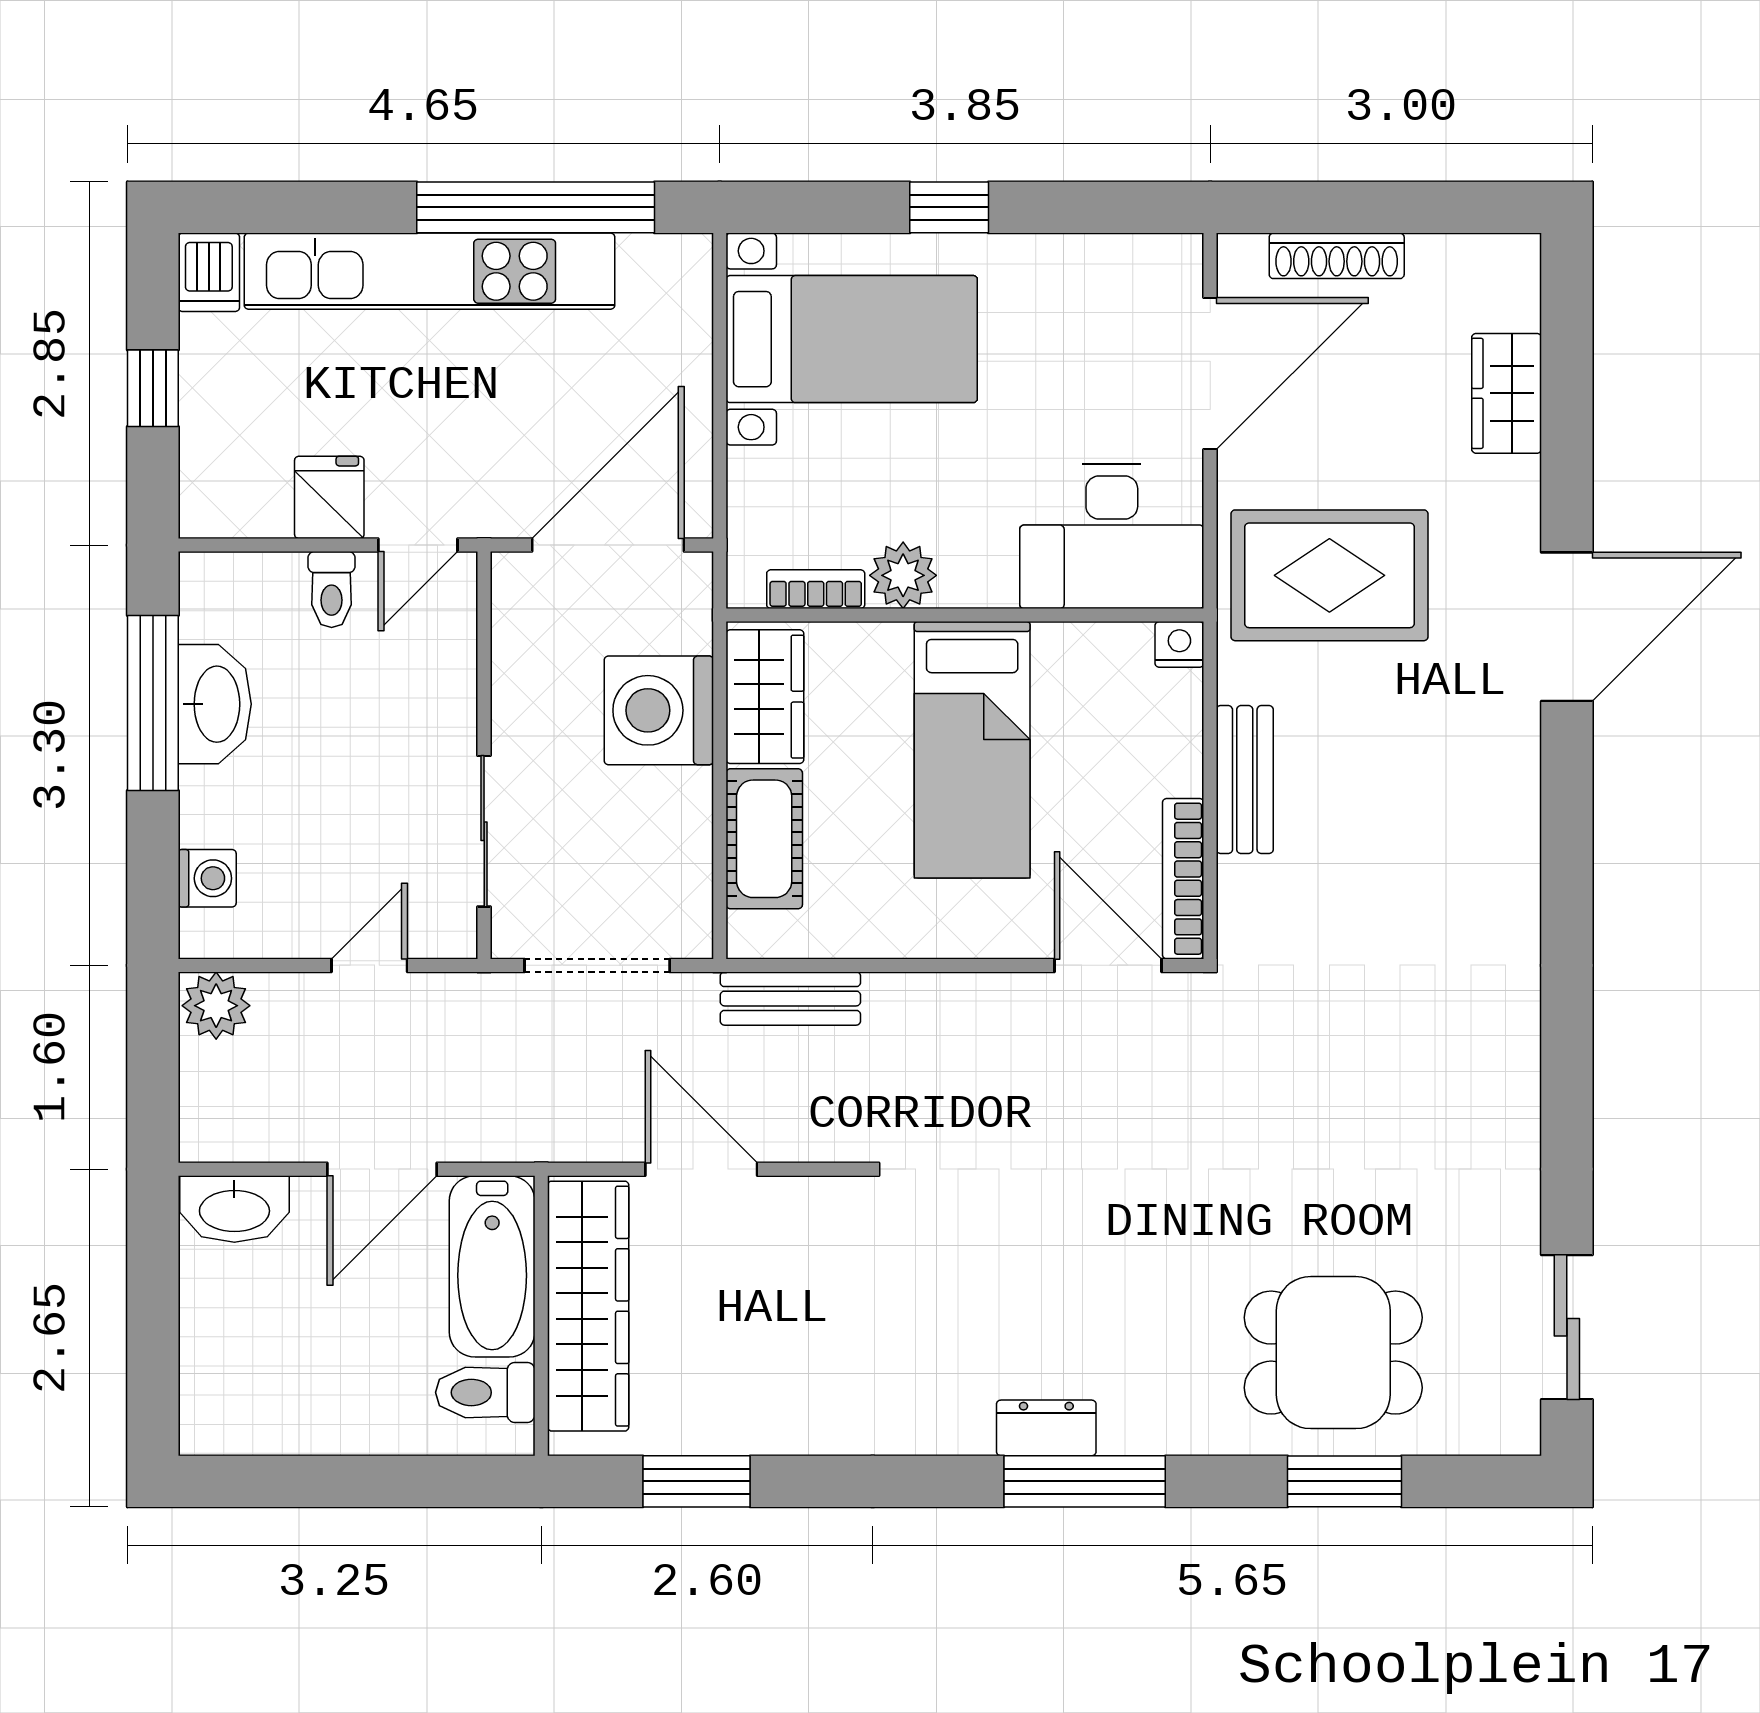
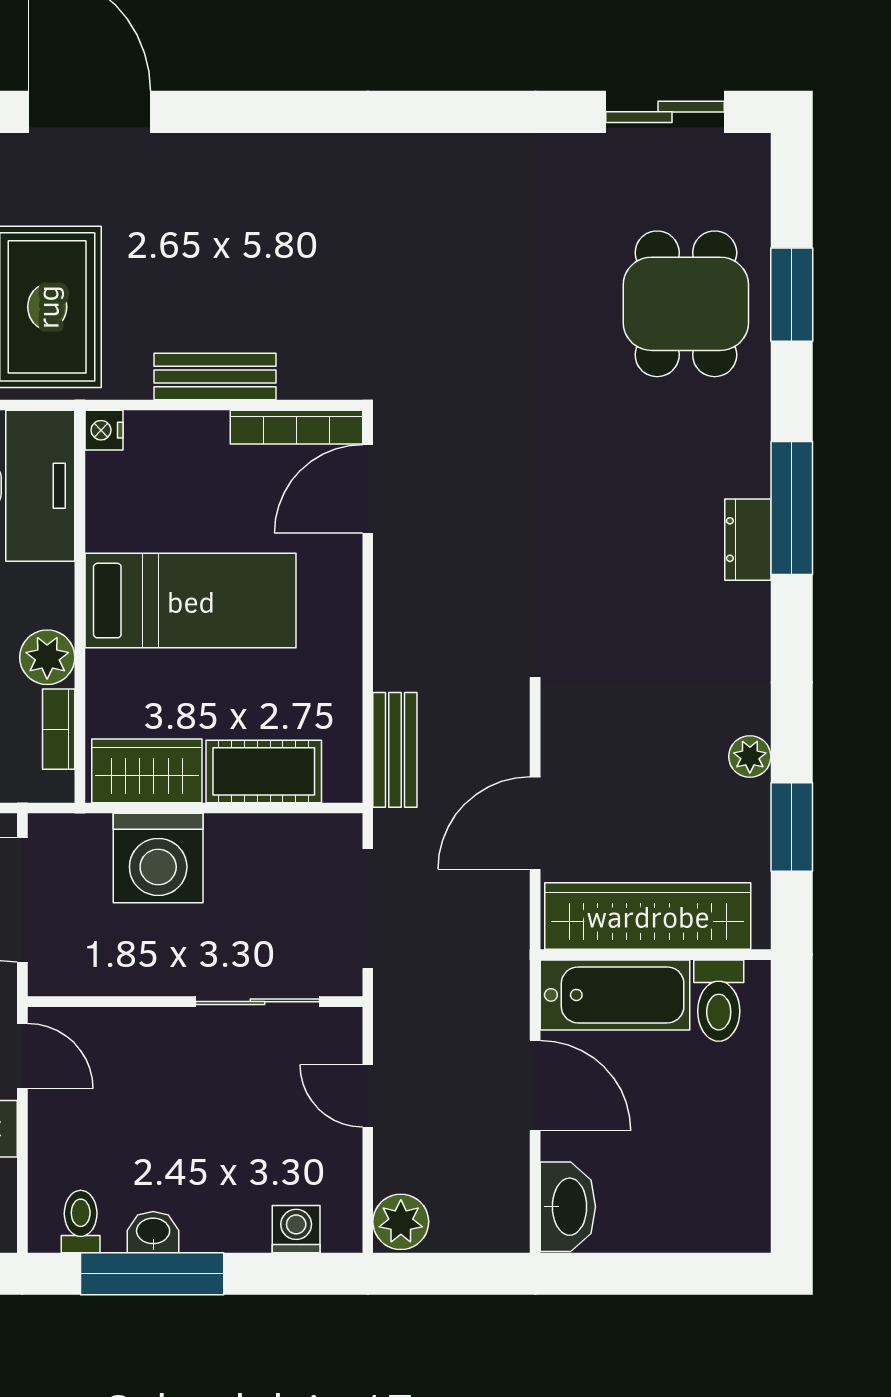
toilet: (332, 589) -> (81, 1222), moved, turned -90
washbasin: (215, 704) -> (153, 1232), width x0.52, depth x0.69
plant: (782, 1430) -> (750, 757), added

